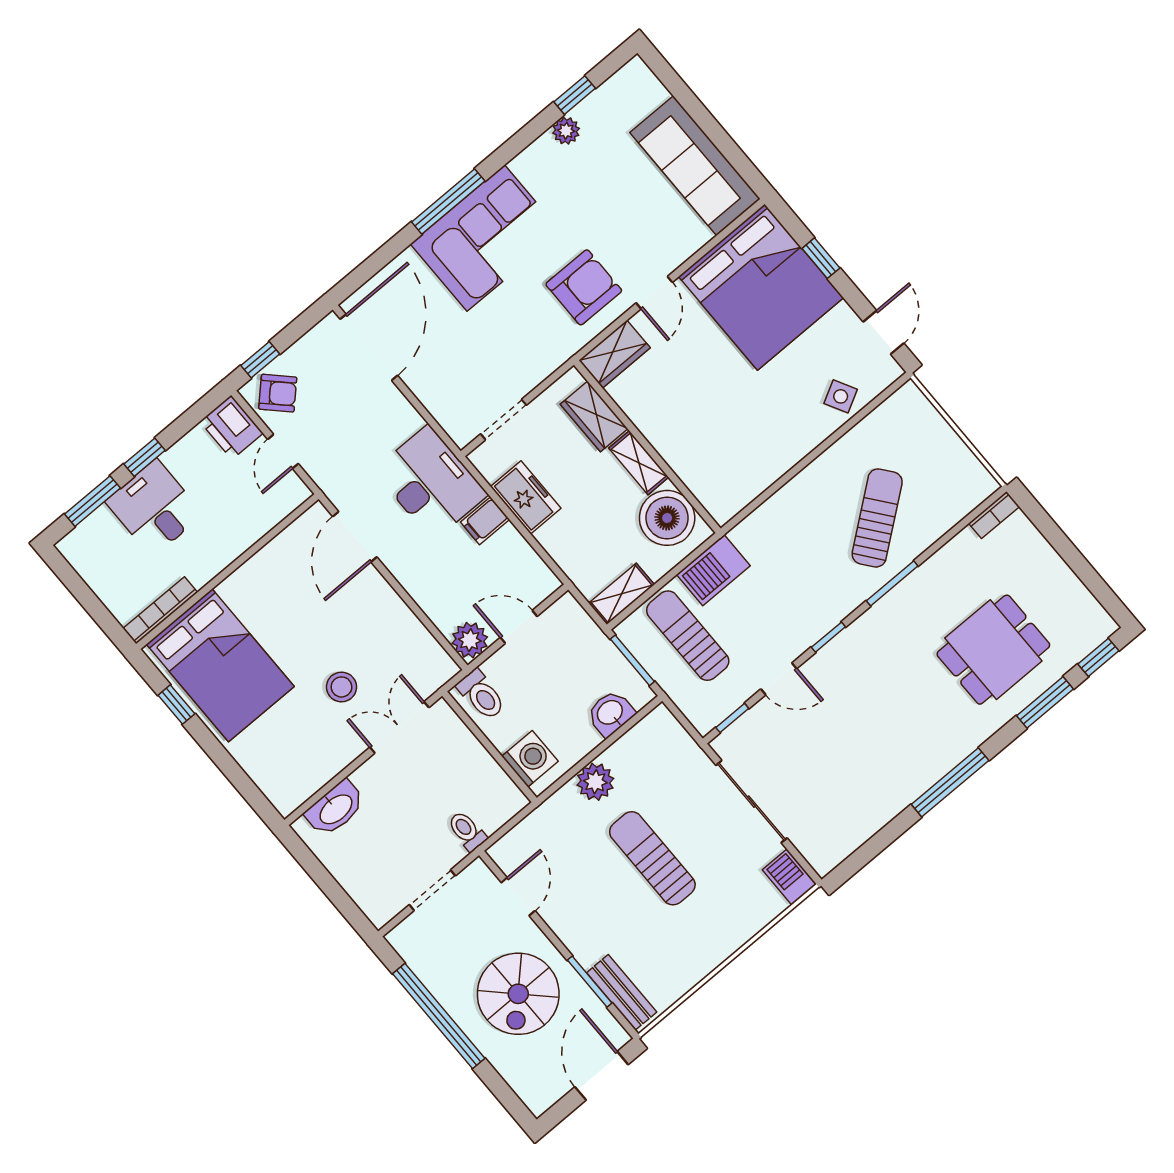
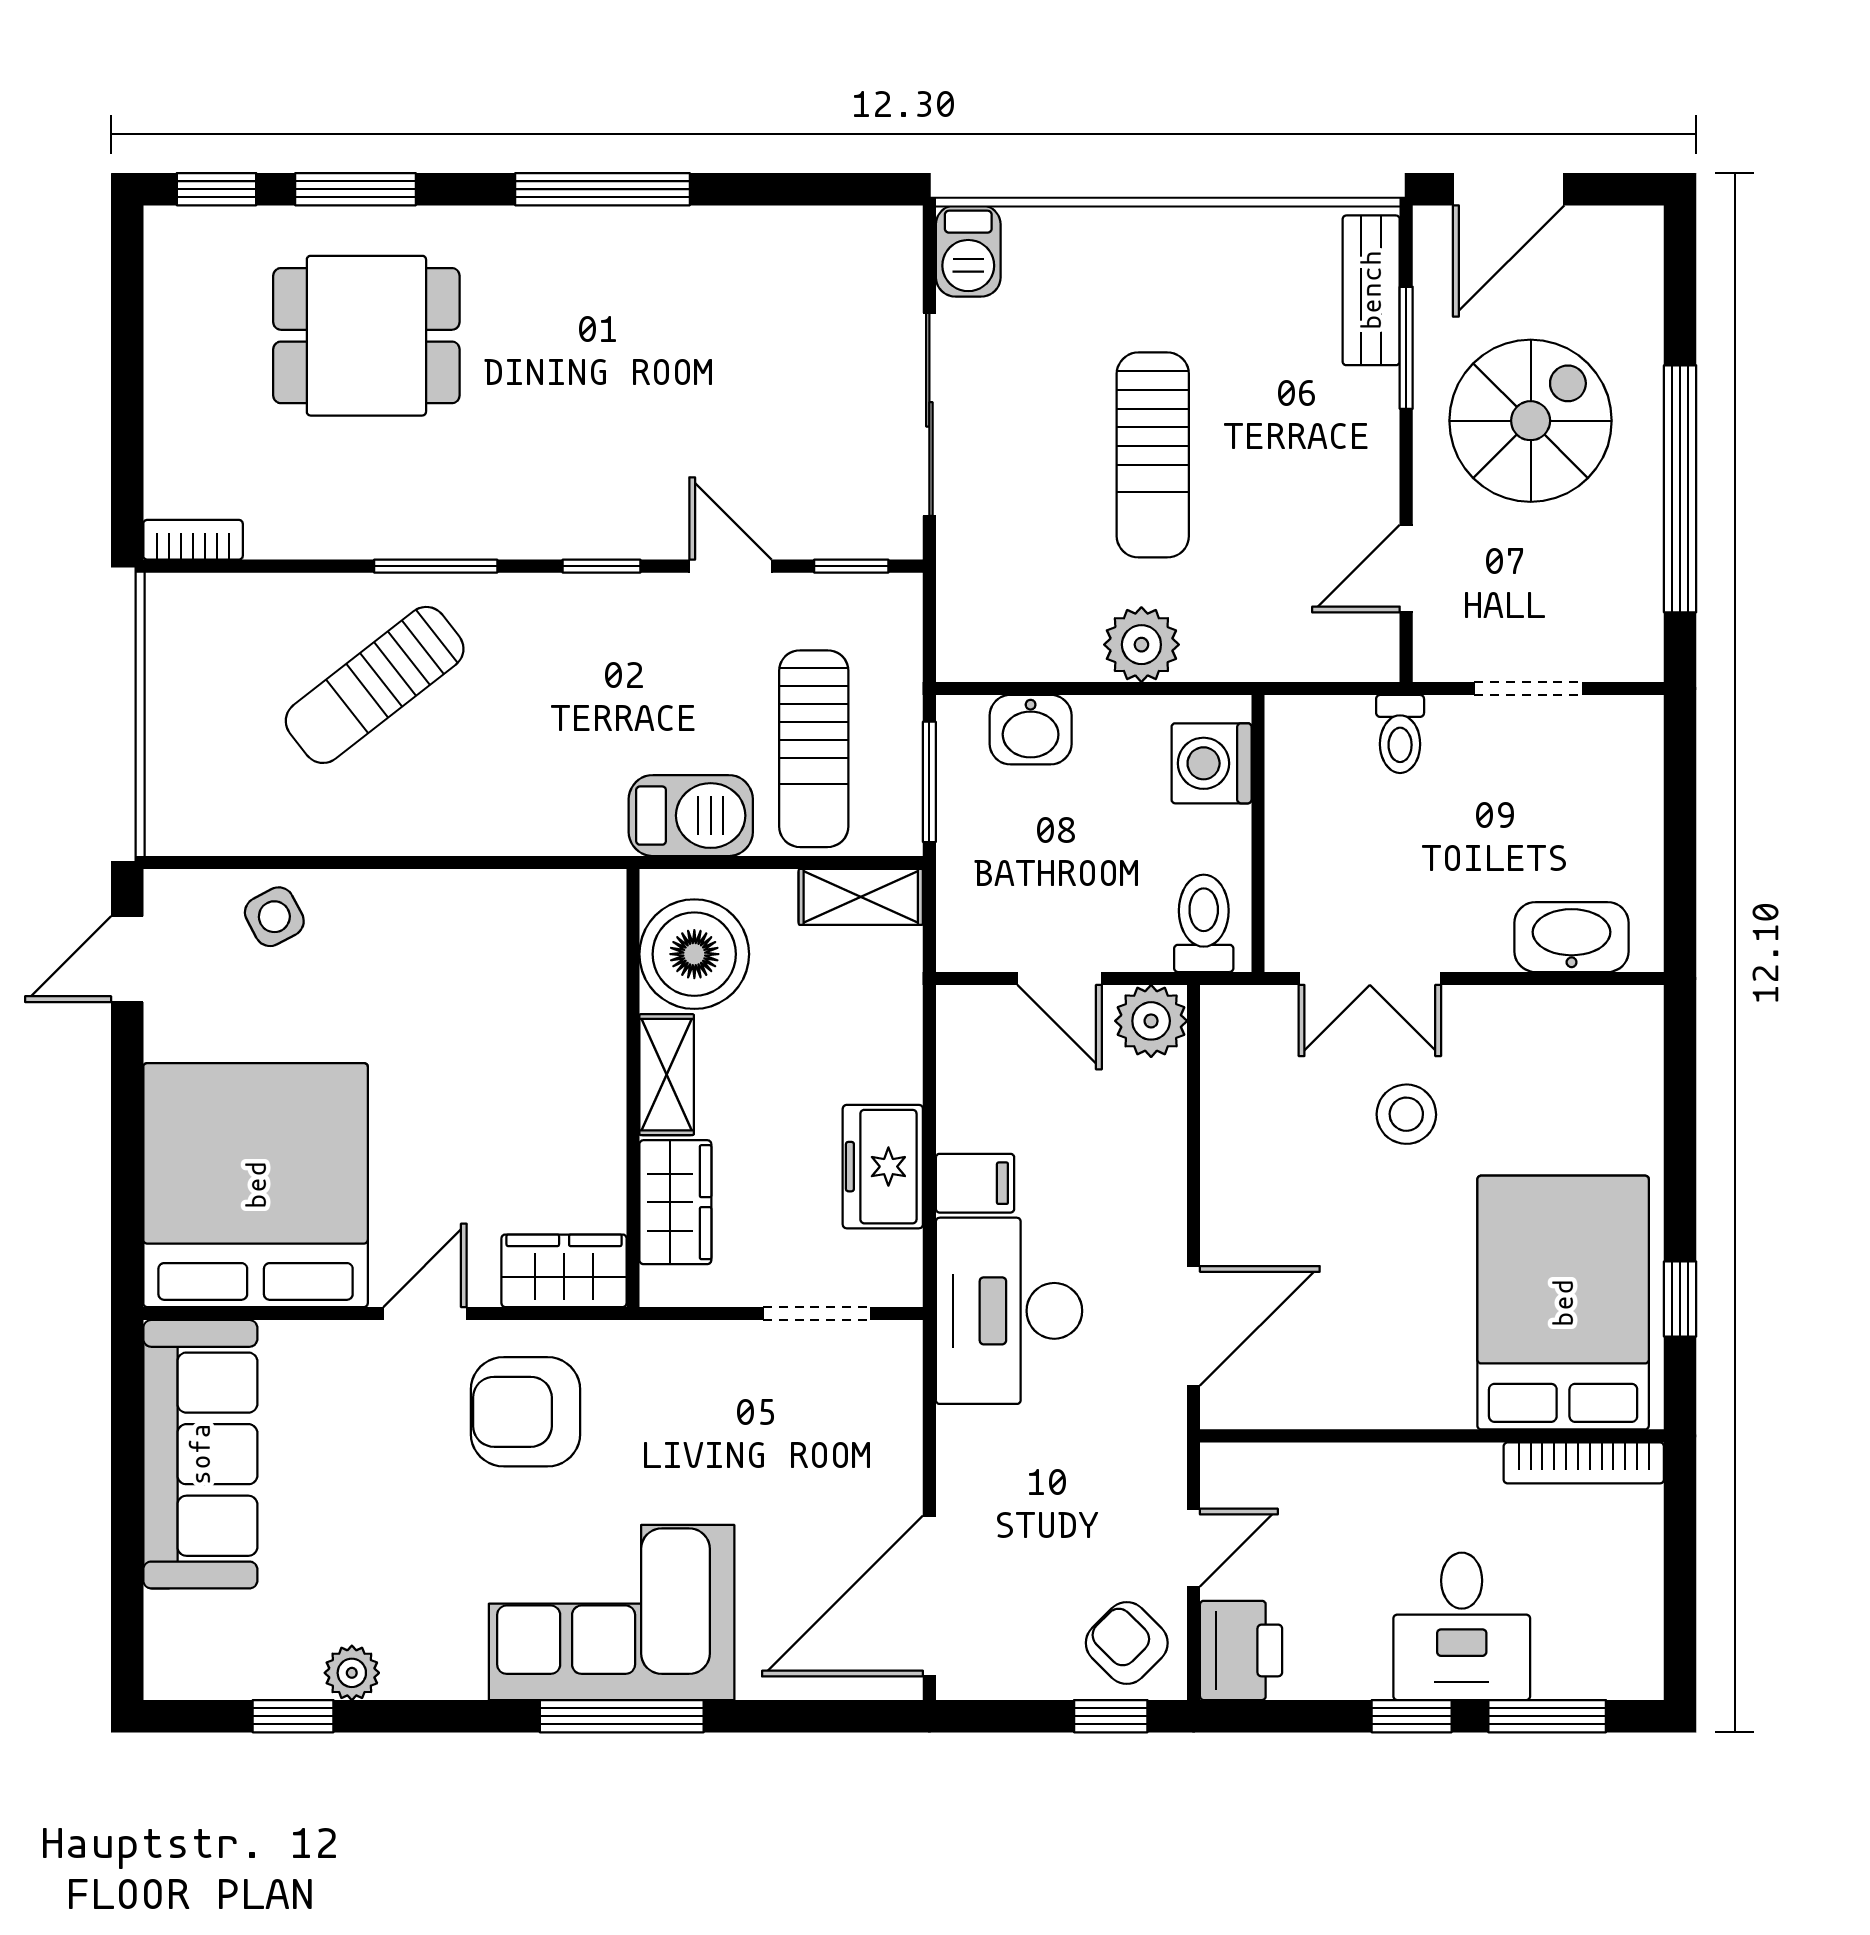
window: (821, 258) -> (127, 1152), removed

